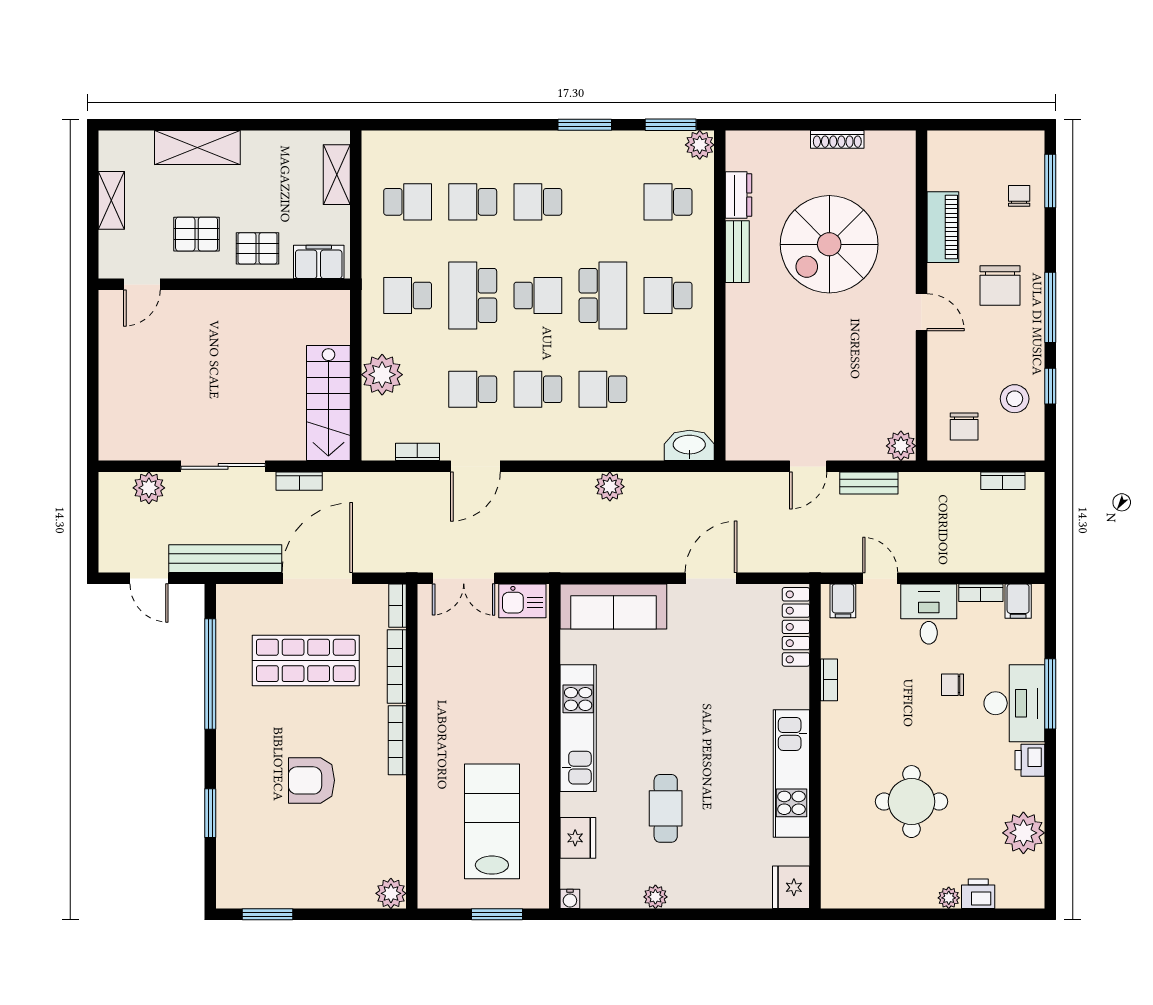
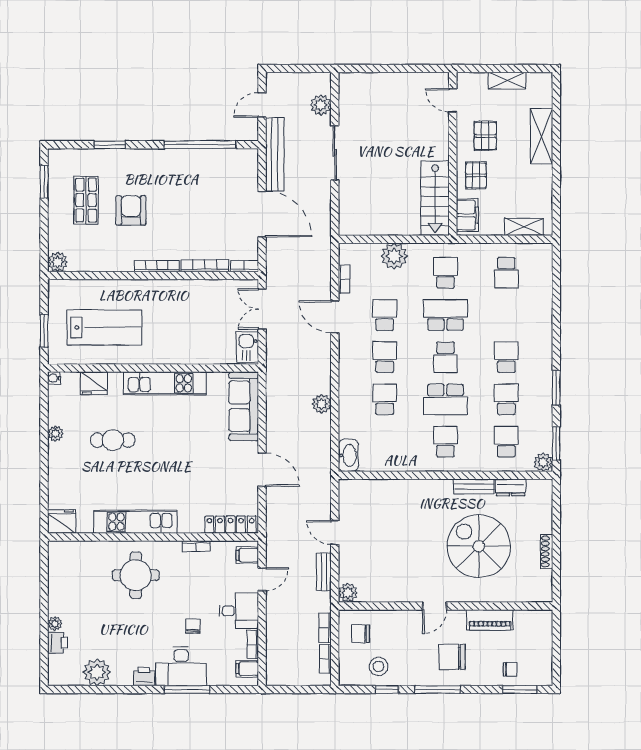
school desk: (473, 202) -> (506, 399), moved
stairs: (328, 403) -> (435, 198), moved, turned -90
bookcase: (299, 481) -> (325, 628), moved
shop shelf: (306, 660) -> (86, 200), moved, width x0.70, depth x0.74
round table: (912, 802) -> (136, 575), moved

